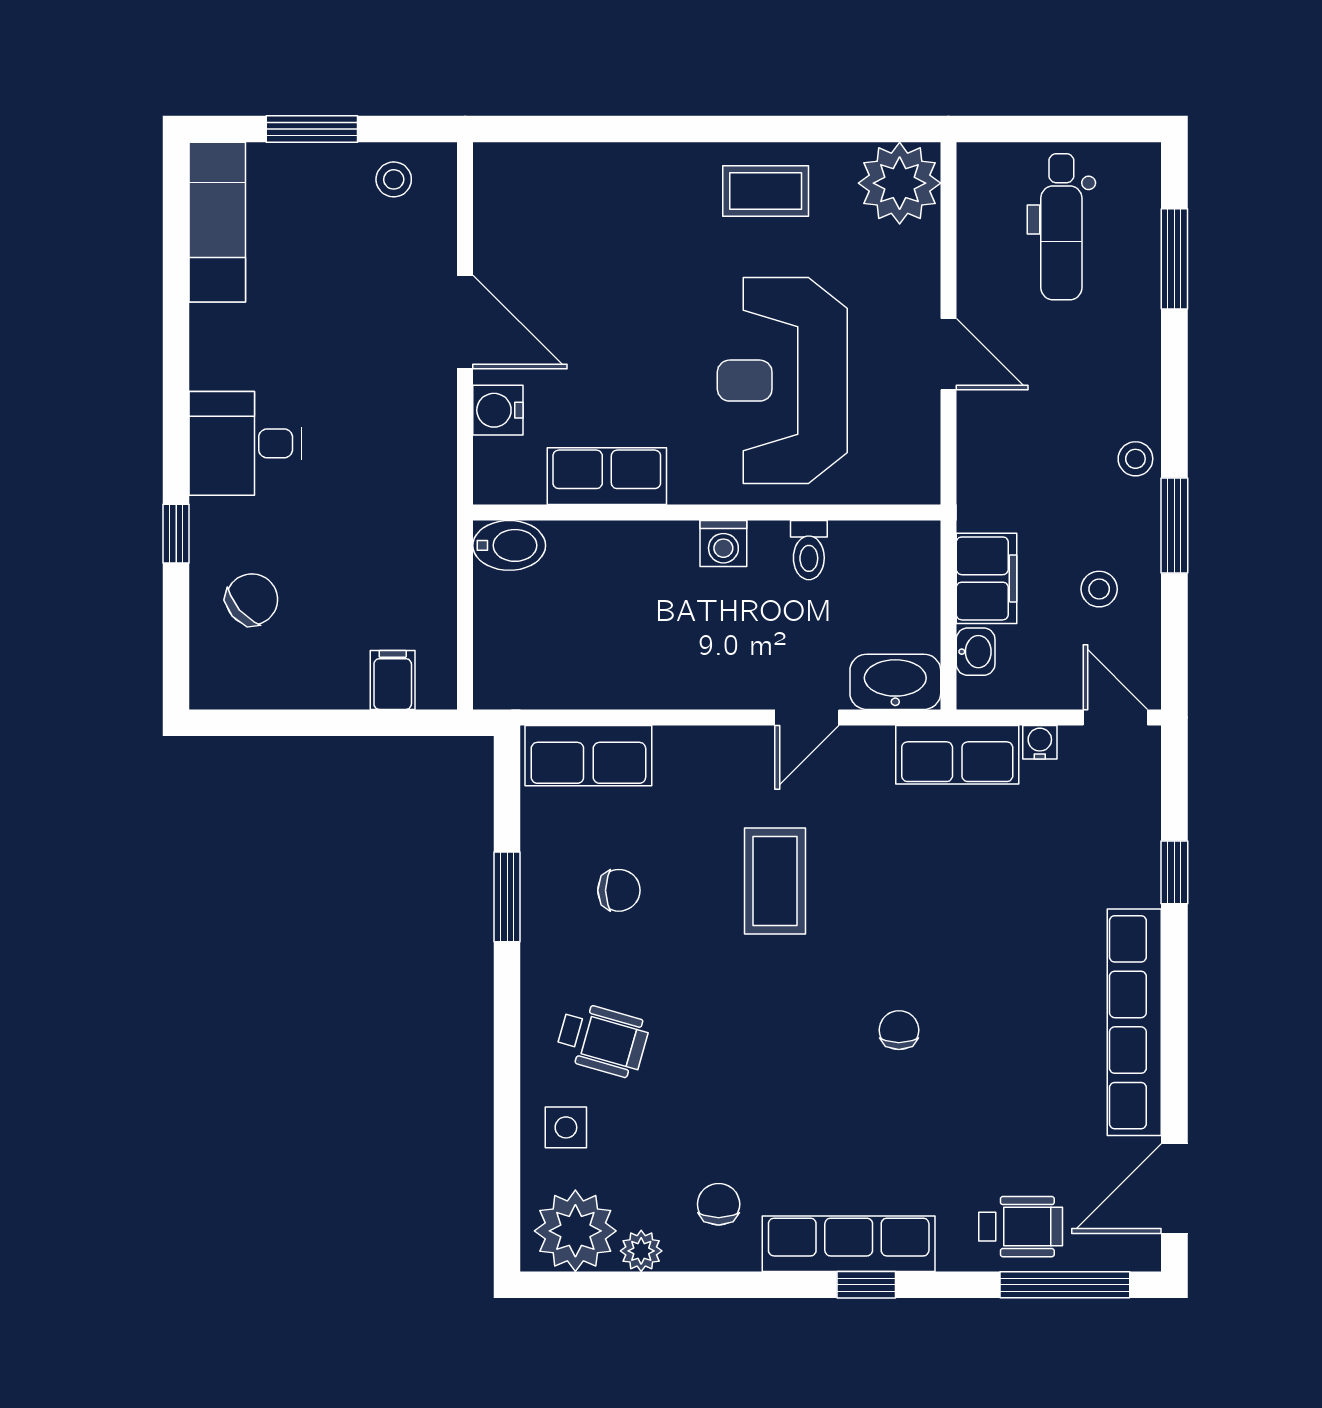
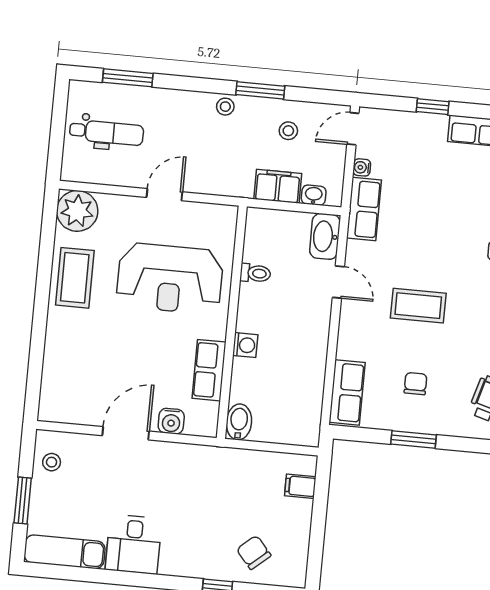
coffee table: (766, 191) -> (75, 278), width x1.36, depth x1.30
desk: (245, 443) -> (134, 544), moved
washing machine: (723, 544) -> (245, 345), moved

